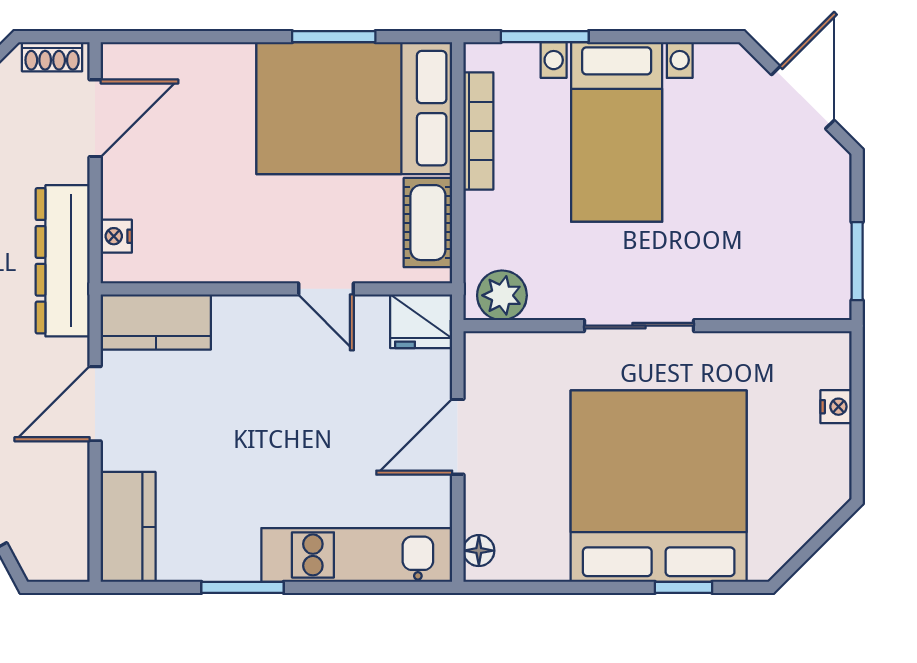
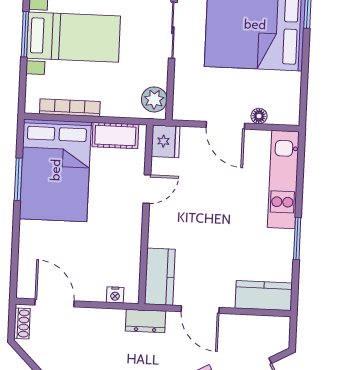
window: (545, 37) -> (25, 34), moved
dresser: (63, 261) -> (145, 321), width x0.51, depth x0.80
floor lamp: (479, 551) -> (259, 116), moved

